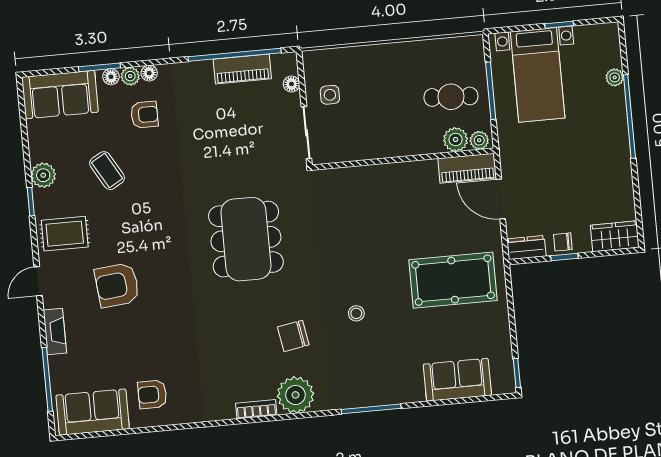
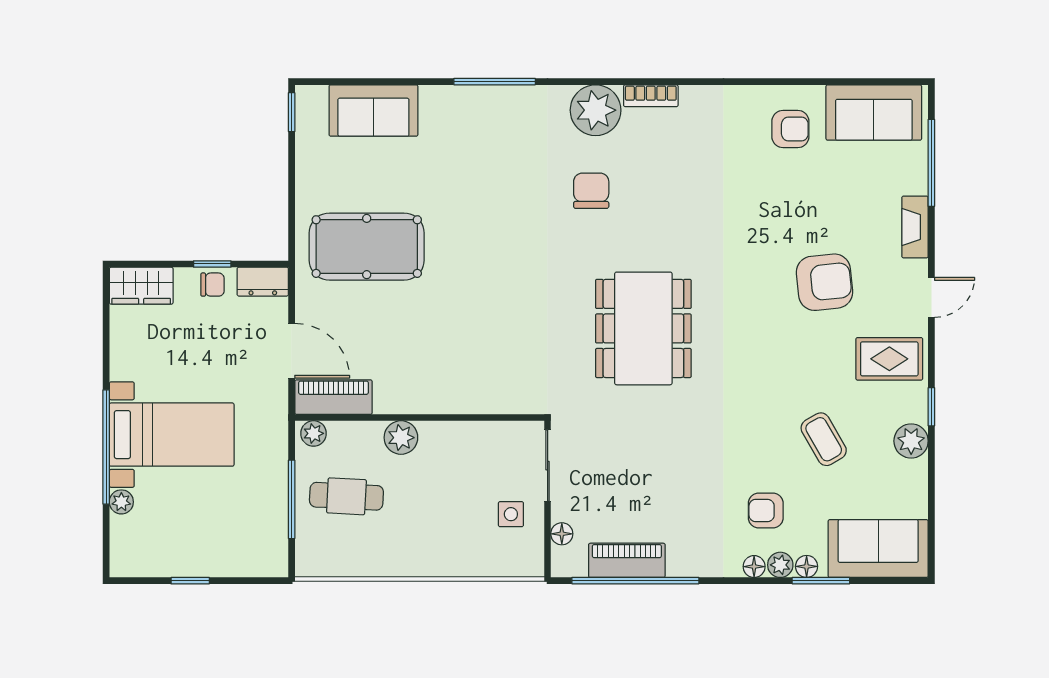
bed with nightstands: (538, 75) -> (172, 435), moved, turned 90
plant: (456, 139) -> (401, 438), moved
stool: (356, 313) -> (503, 213), removed
chair: (293, 336) -> (591, 191), turned -80

